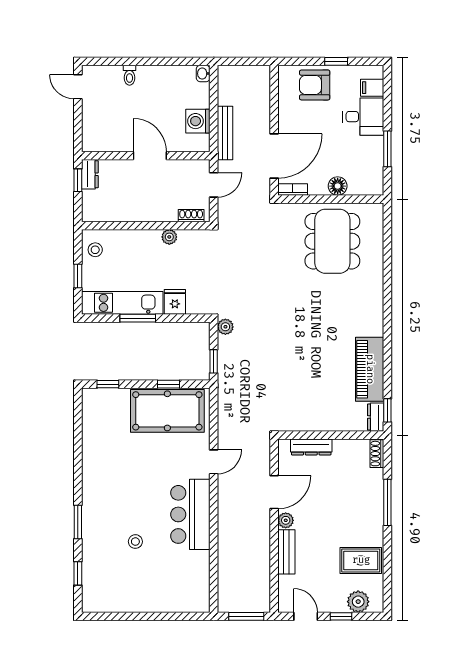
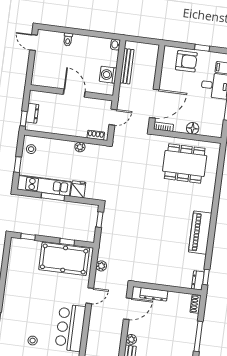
armchair: (315, 85) -> (186, 61), turned 180
bench: (225, 133) -> (127, 66), moved
dresser: (90, 174) -> (32, 113), moved
window: (78, 180) -> (24, 119), moved
dining table: (332, 241) -> (185, 163), turned 90
plant: (225, 327) -> (101, 266), moved
window: (214, 361) -> (100, 220), moved
piano: (370, 369) -> (200, 233), moved
door: (274, 492) -> (128, 309), moved

